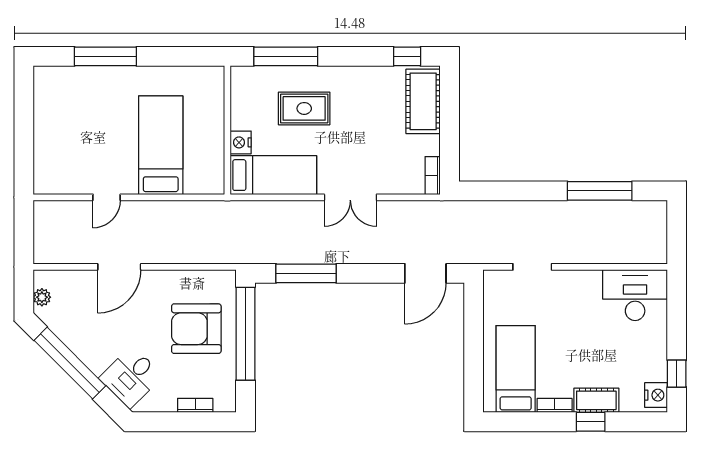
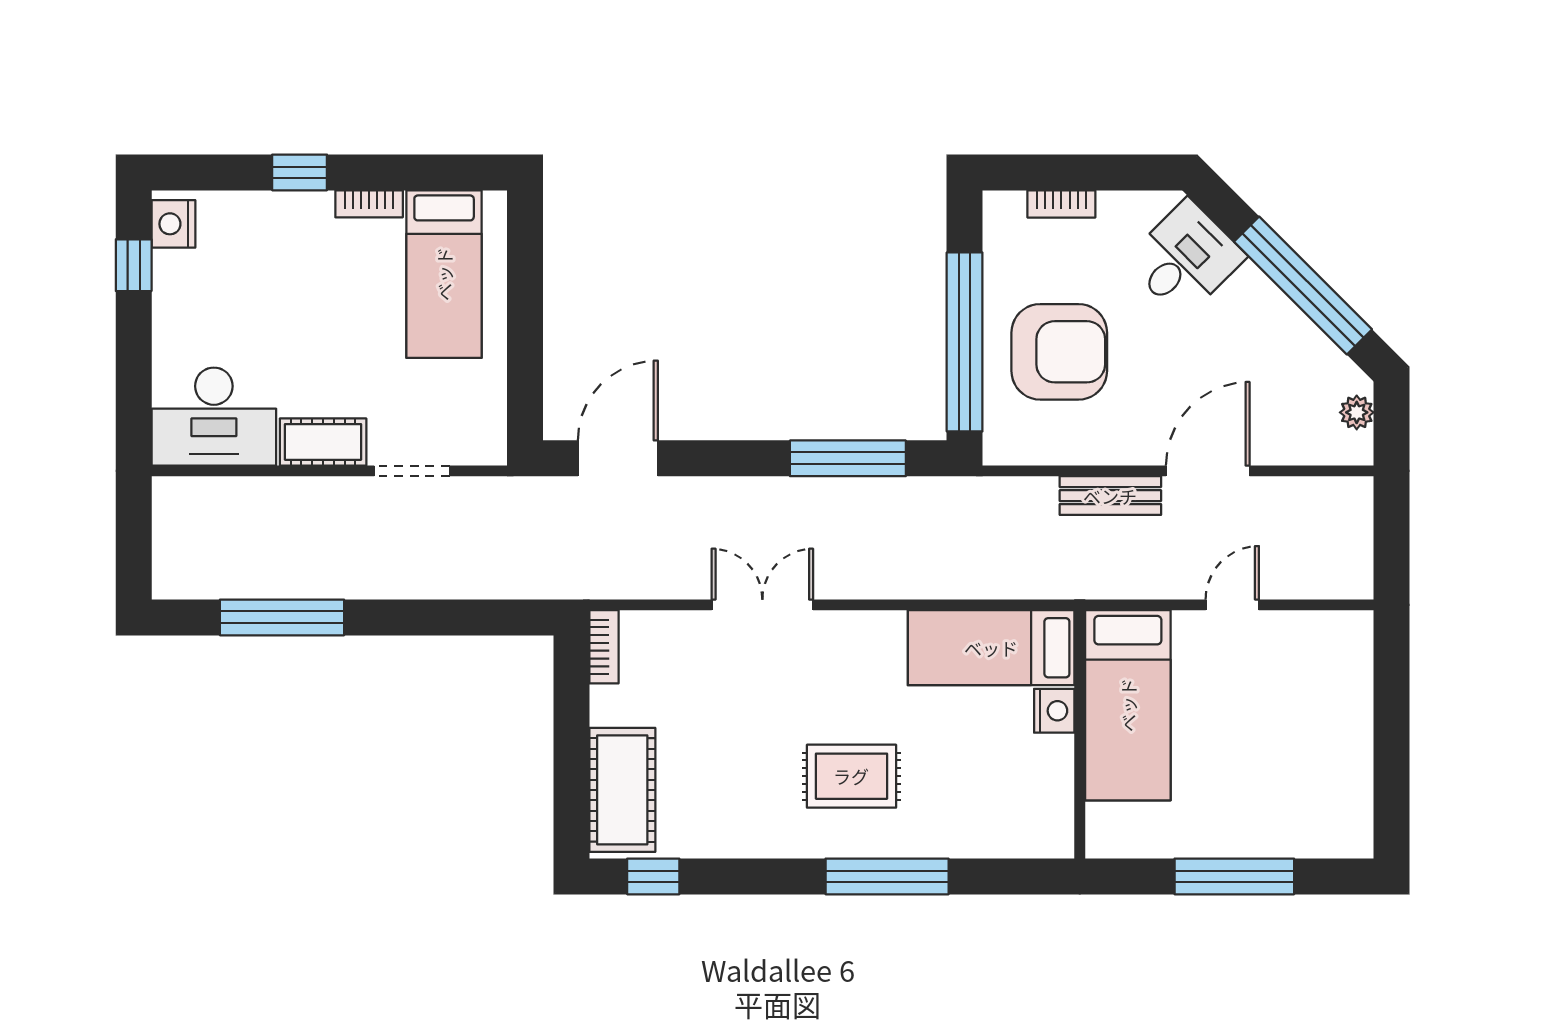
wall: (227, 130) -> (1080, 734), moved
nightstand: (241, 142) -> (1054, 711), moved
bed: (273, 175) -> (991, 648), moved
bench: (170, 254) -> (1110, 496), added
cot: (596, 400) -> (323, 442), moved

